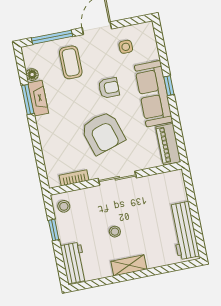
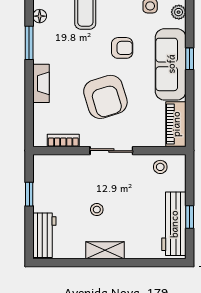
plant: (151, 47) -> (179, 12), added
fireplace: (38, 98) -> (41, 83), moved
stool: (64, 206) -> (160, 167), moved
window: (196, 222) -> (190, 217), added

